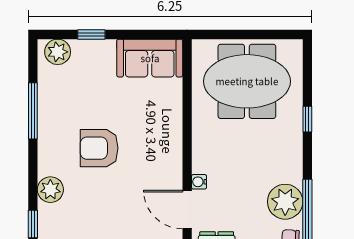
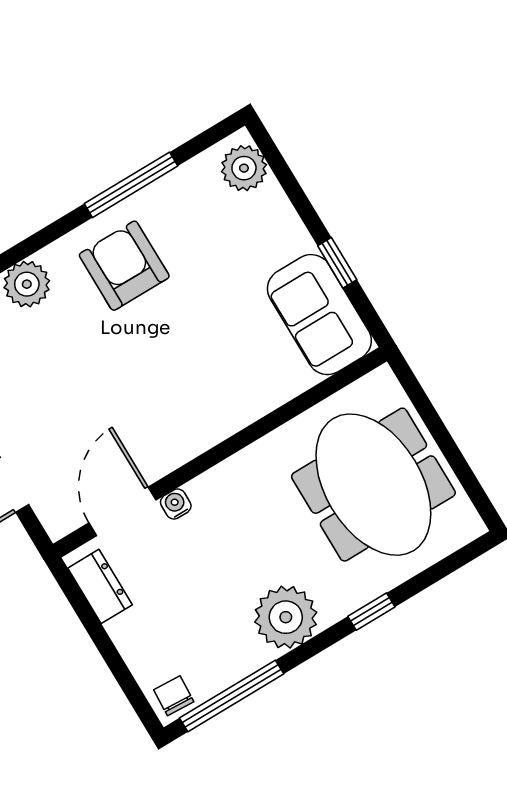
window: (91, 35) -> (337, 263), moved
armchair: (99, 148) -> (124, 266), moved
plant: (285, 202) -> (286, 617), moved

